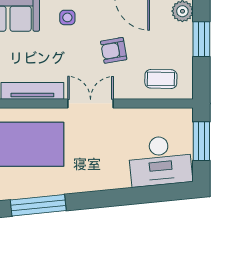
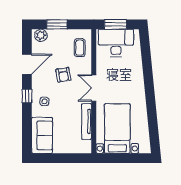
desk: (160, 161) -> (116, 43), moved, turned -84
window: (38, 205) -> (152, 118), removed

